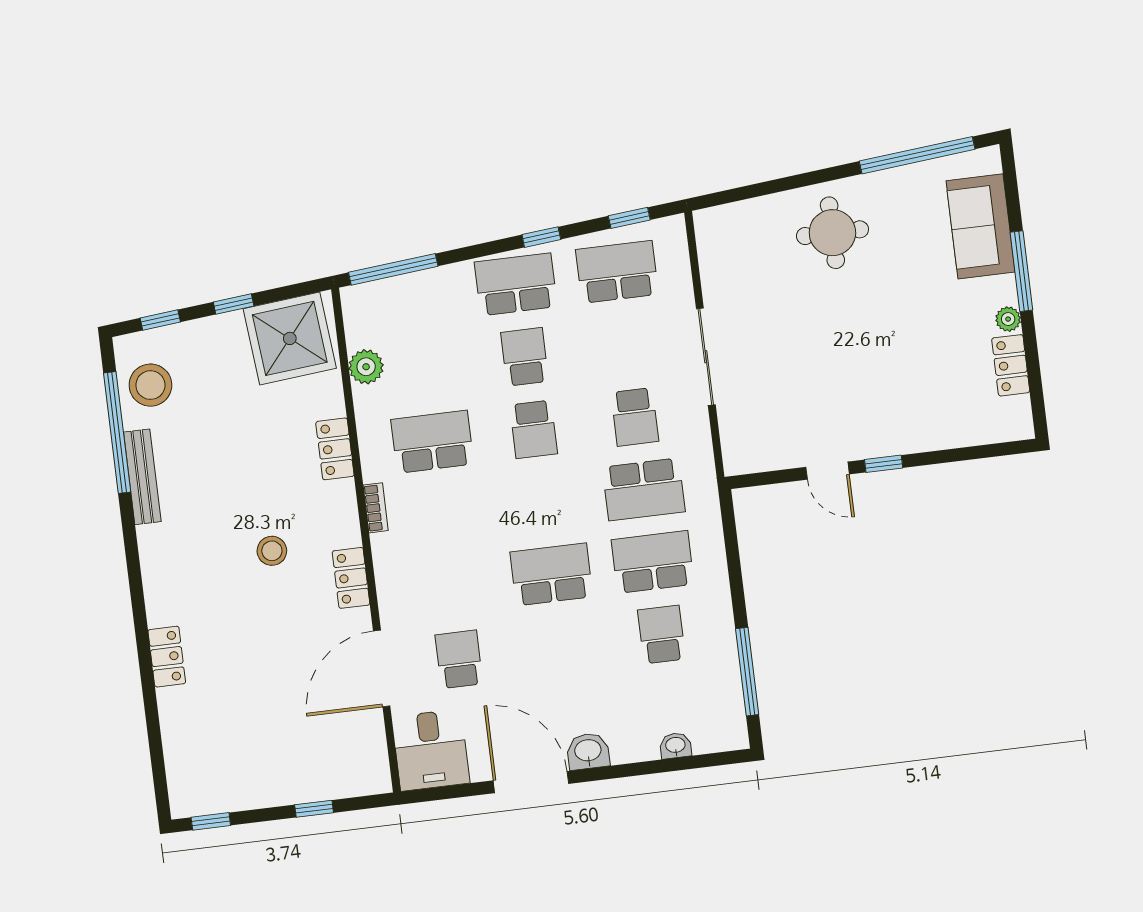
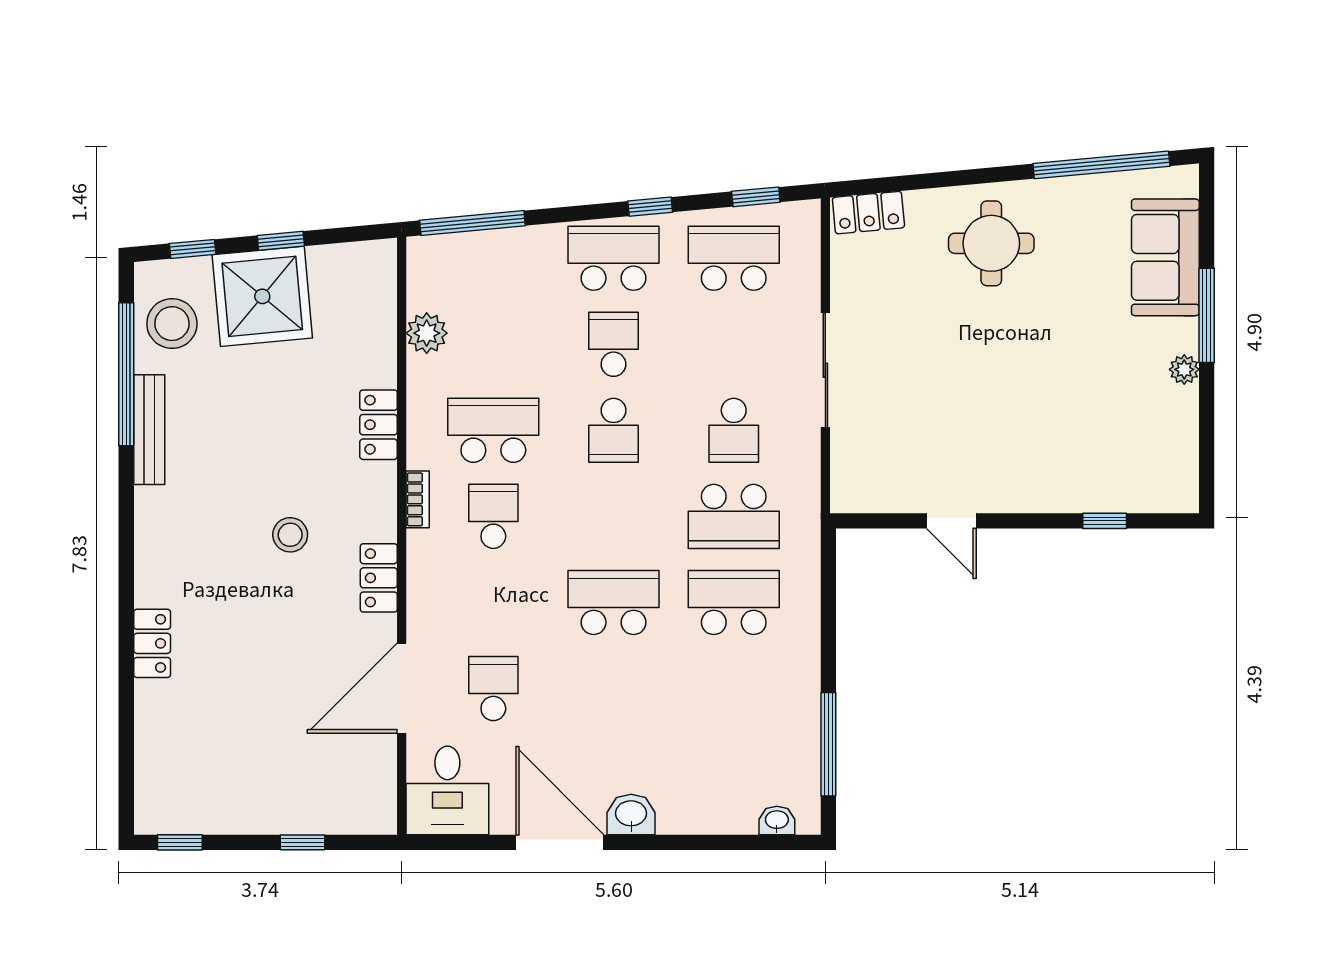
shower: (290, 338) -> (262, 296), moved
locker: (1011, 365) -> (868, 213), moved, turned -95
window: (884, 464) -> (1105, 521), moved
school desk: (662, 634) -> (493, 516), moved
washbasin: (675, 746) -> (777, 820), moved

